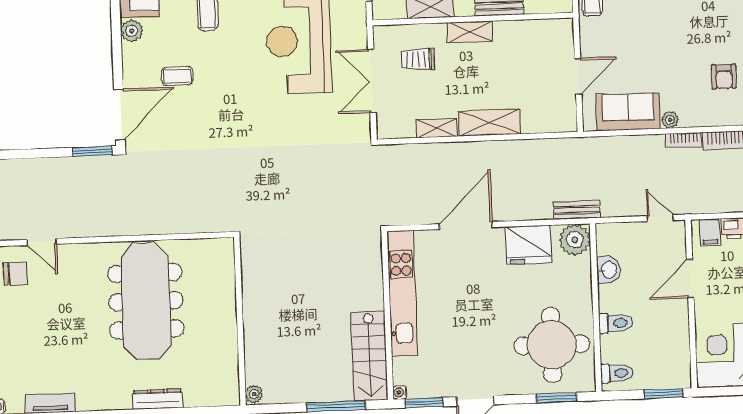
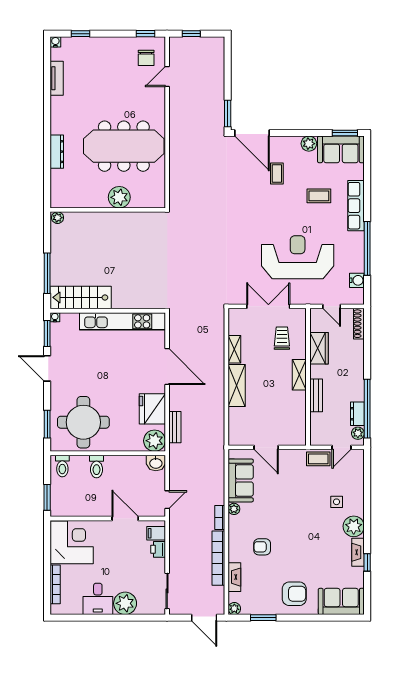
bench: (577, 210) -> (175, 427), moved
washbasin: (608, 270) -> (156, 463), moved
plant: (221, 305) -> (119, 197), added

